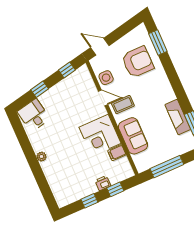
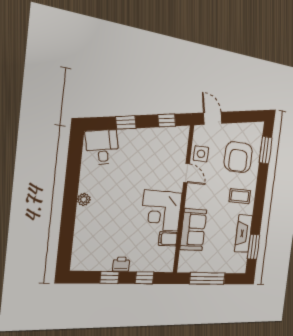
armchair: (138, 62) -> (238, 157), turned 90
coffee table: (123, 105) -> (240, 196), moved
printer: (103, 183) -> (121, 264), moved

